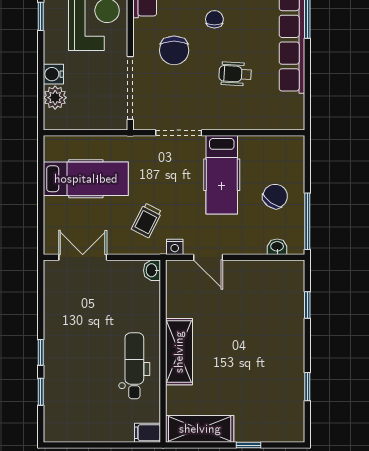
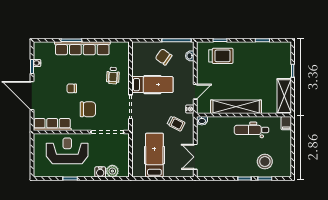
wheelchair: (235, 74) -> (113, 76), moved
trolley: (277, 307) -> (221, 56), added
shelving: (179, 352) -> (236, 107), width x1.47
stool: (73, 391) -> (265, 162), added

